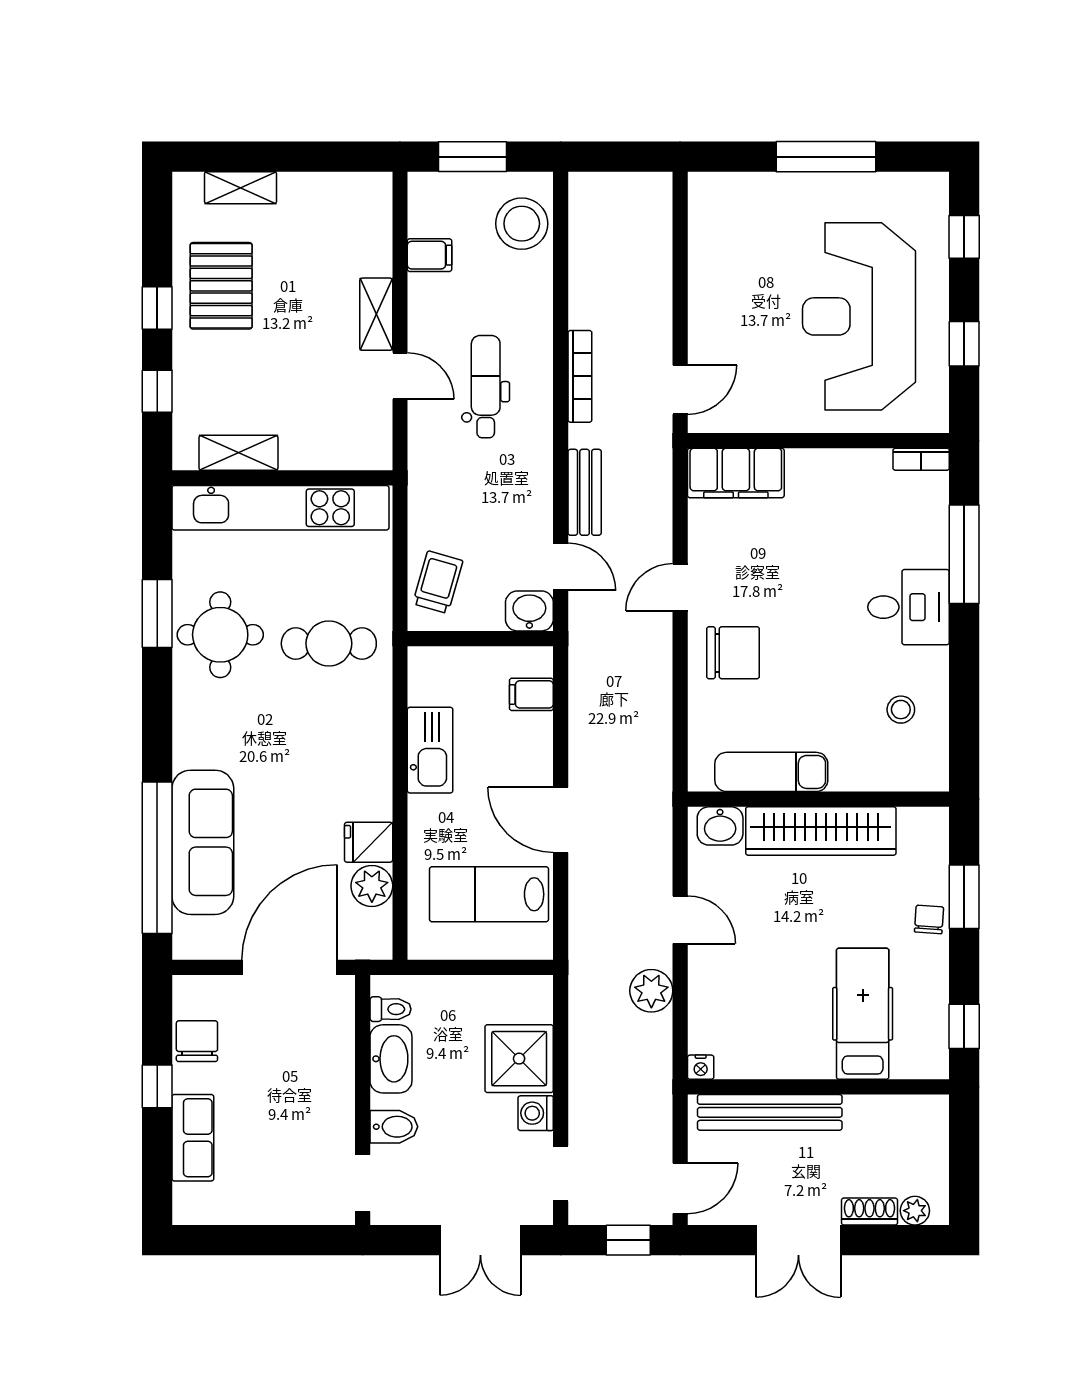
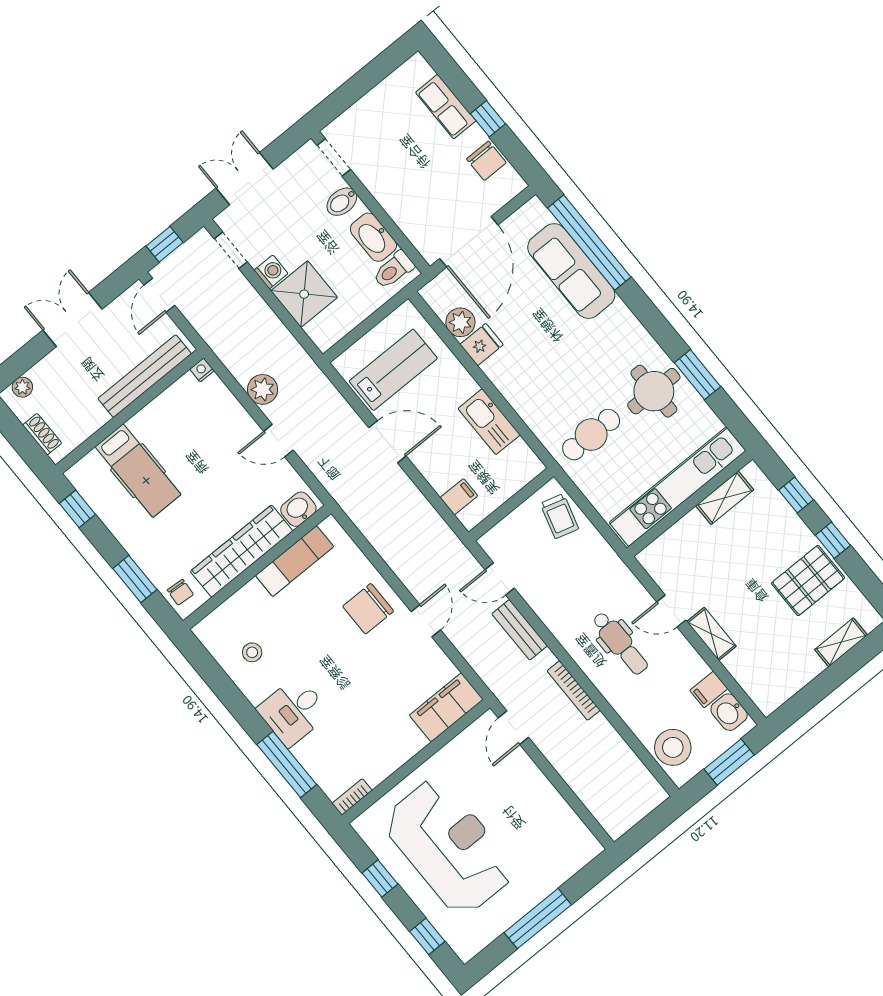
pallet: (221, 286) -> (808, 581), turned 90
washbasin: (529, 611) -> (729, 712), moved, turned 90
chair: (929, 919) -> (180, 592), moved
toilet: (390, 1009) -> (394, 270), width x1.37, depth x1.39
shoe rack: (869, 1212) -> (42, 434), moved, turned -90

